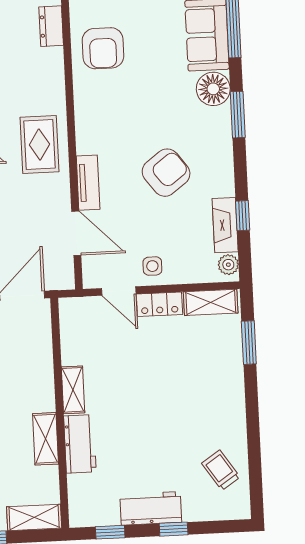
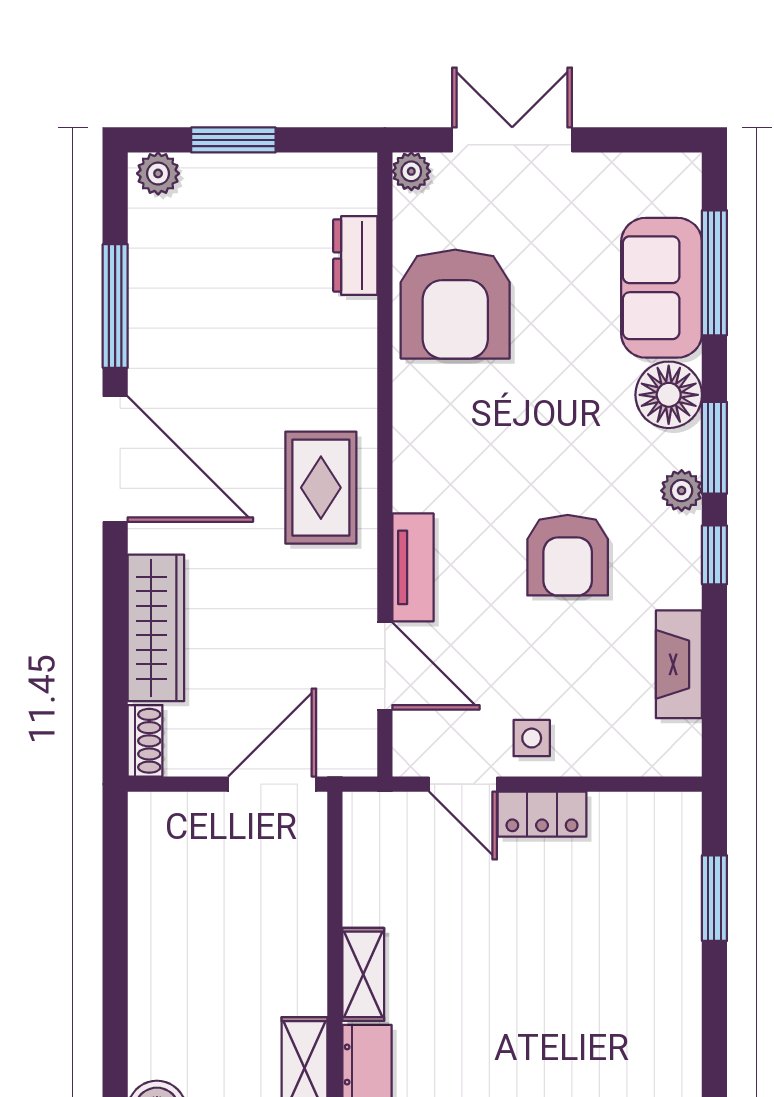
armchair: (103, 48) -> (455, 304), width x1.36, depth x1.36
armchair: (166, 173) -> (568, 555), turned 127
window: (243, 216) -> (714, 555), moved
plant: (228, 265) -> (682, 491), moved
shelving: (211, 302) -> (643, 815), removed

